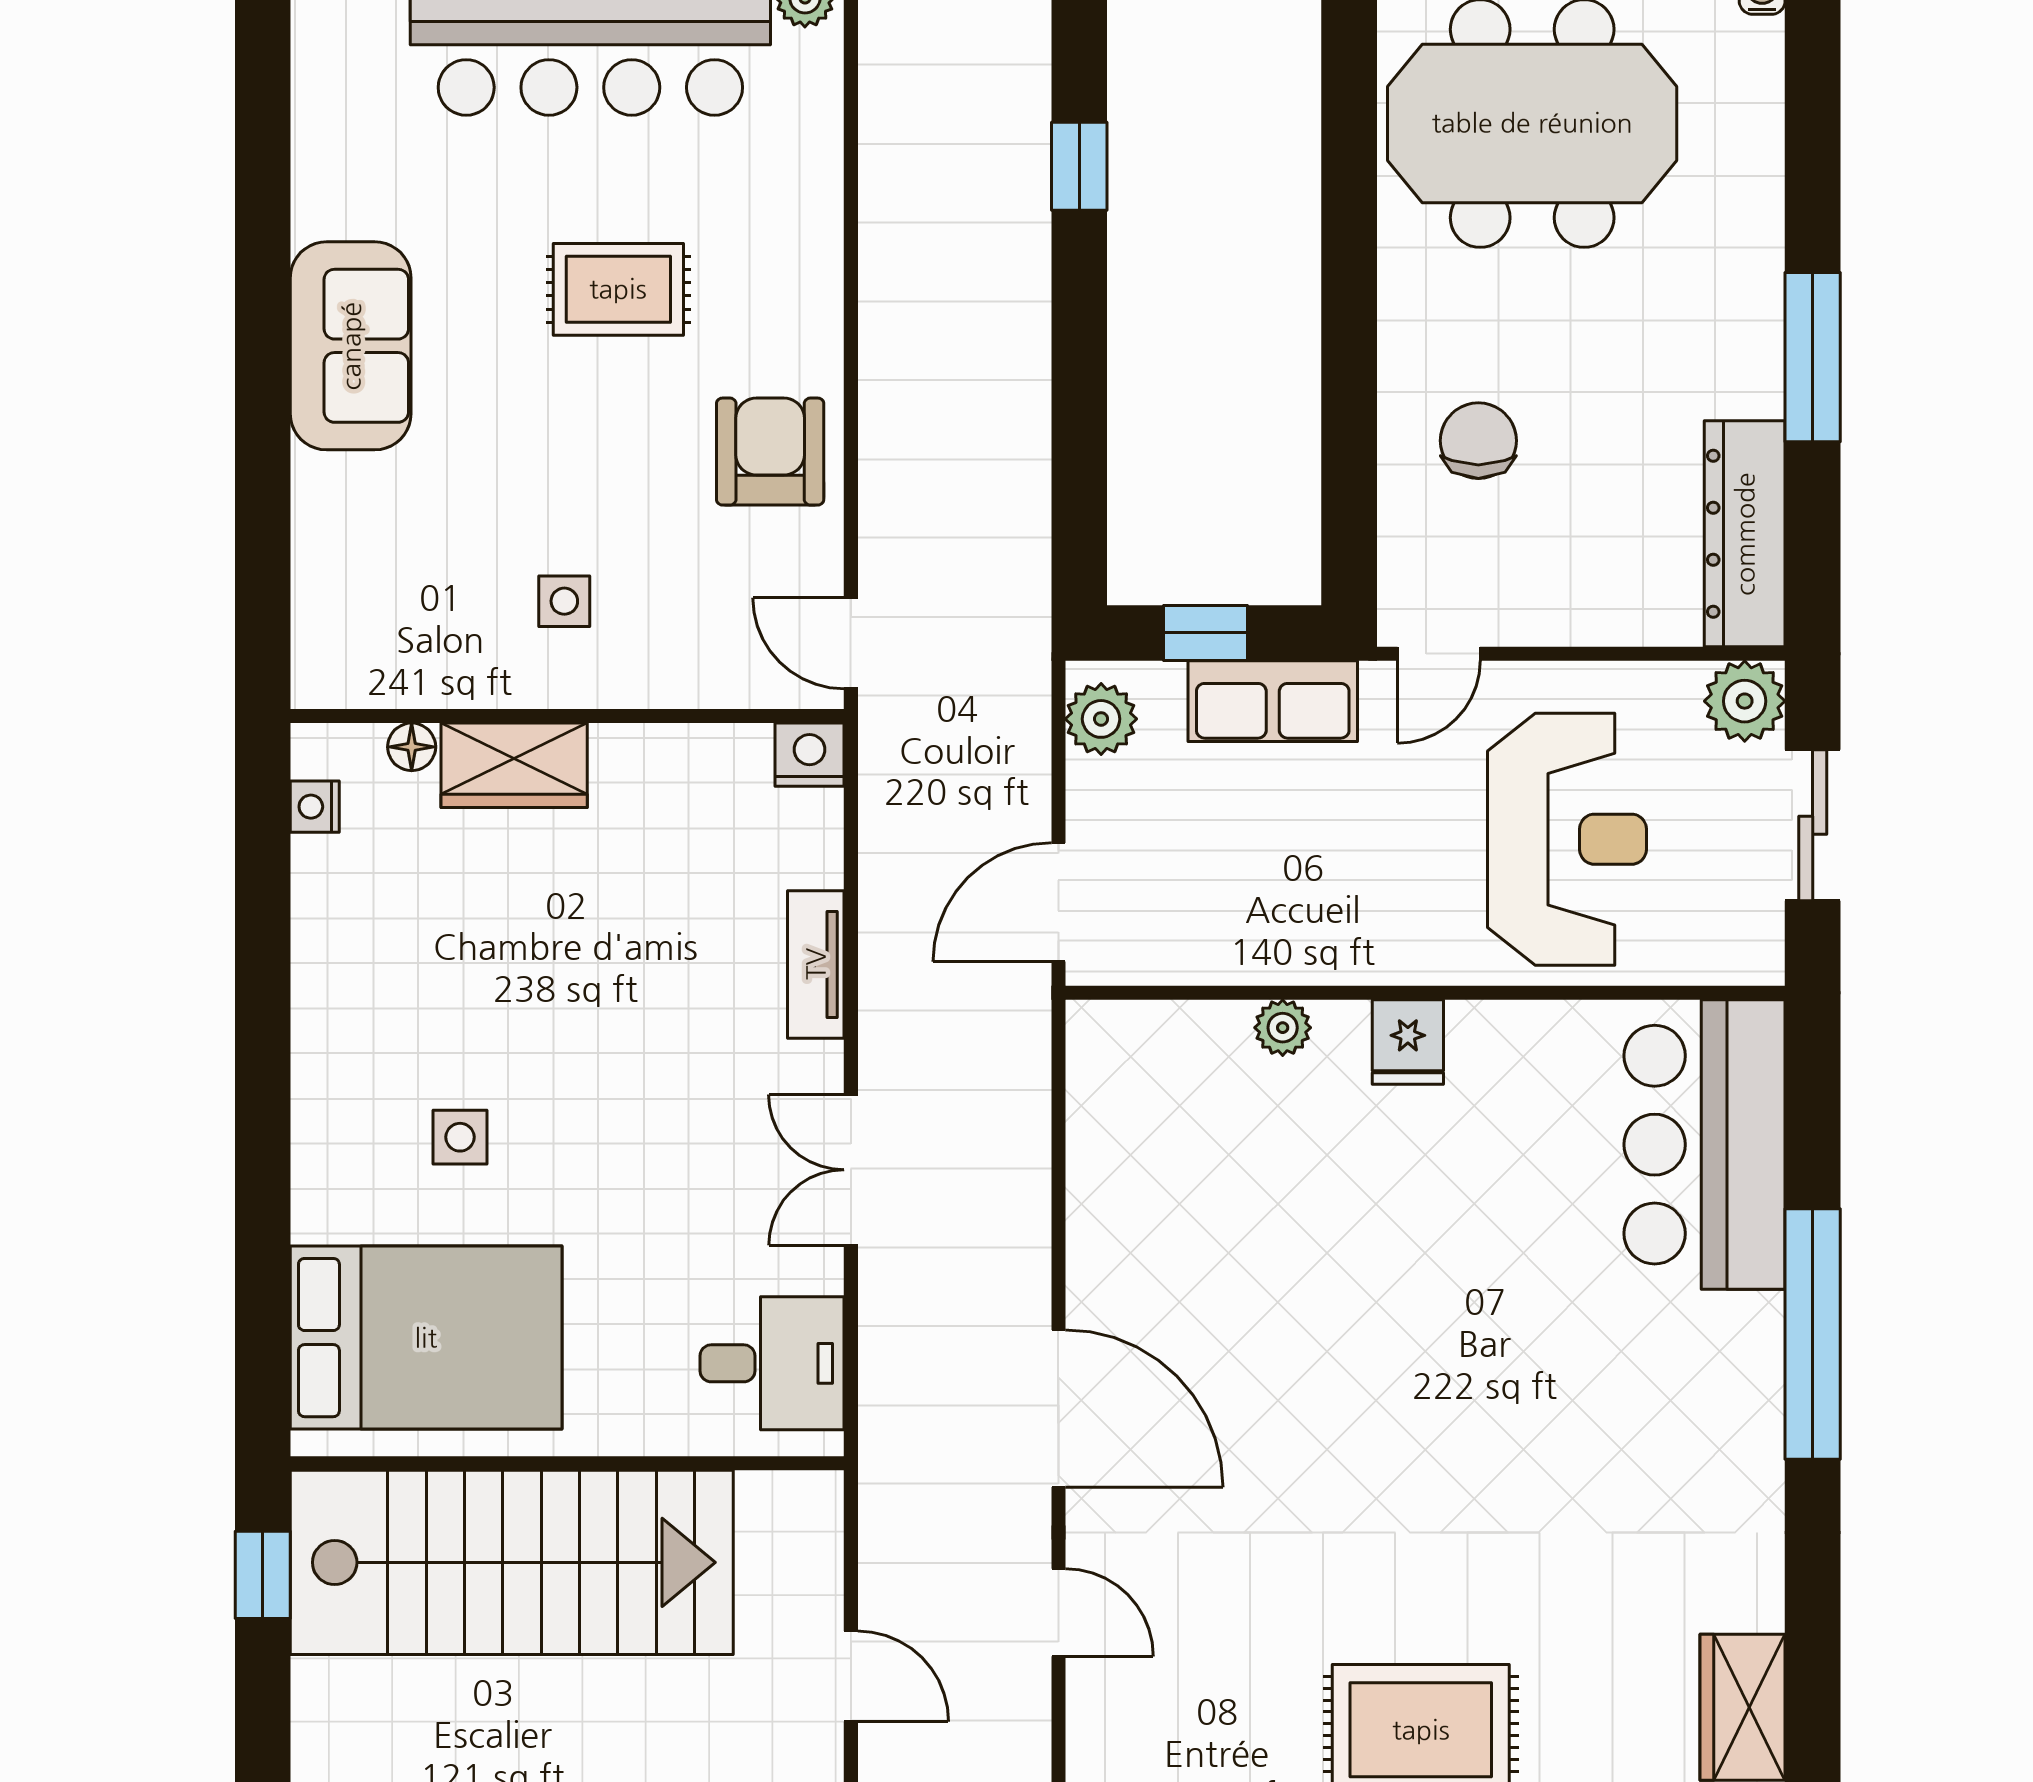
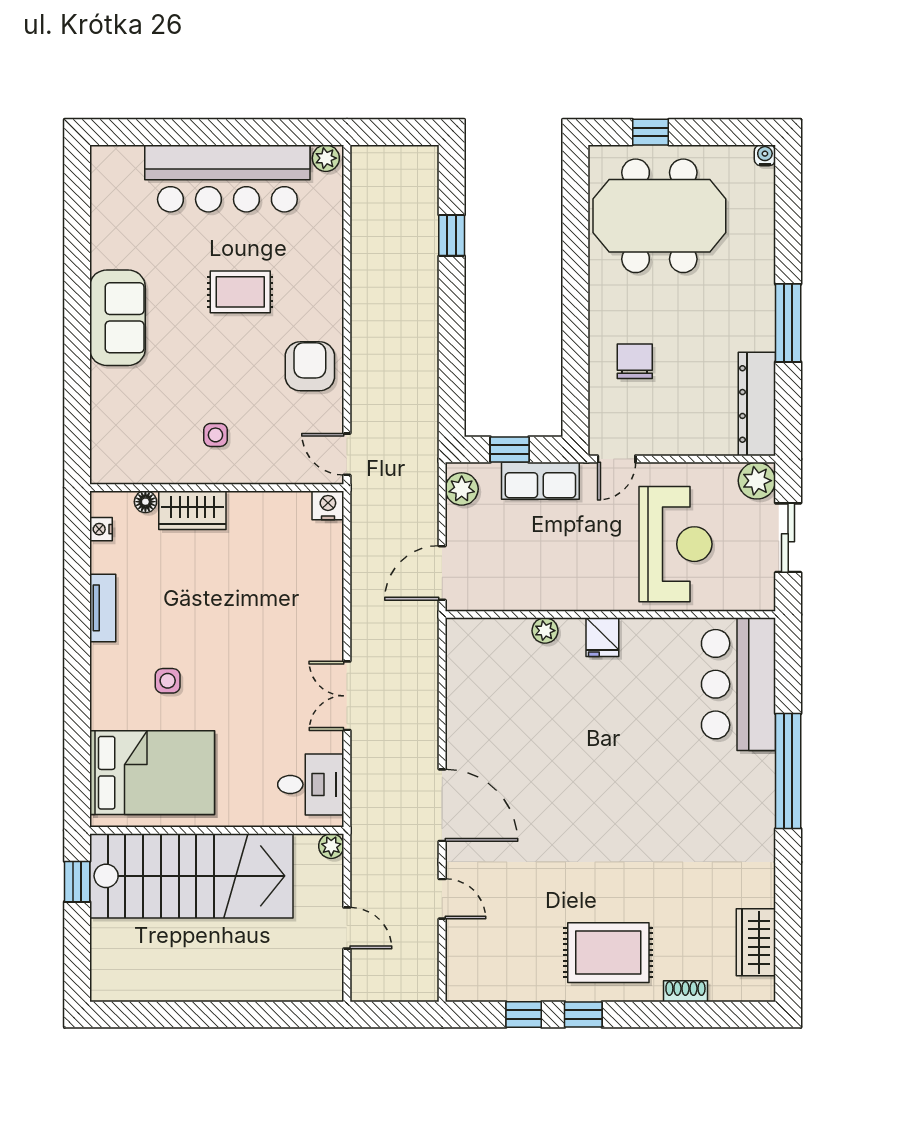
tv unit: (816, 964) -> (103, 608), moved, turned 180
plant: (817, 1497) -> (331, 846), added

